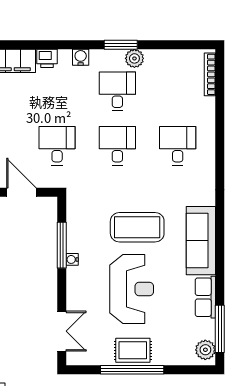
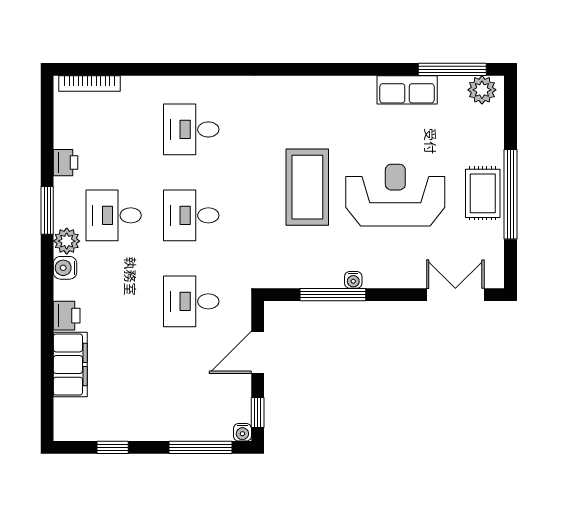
plant: (134, 58) -> (67, 241), moved
printer: (154, 58) -> (66, 163), added
sofa: (201, 241) -> (326, 96), removed

